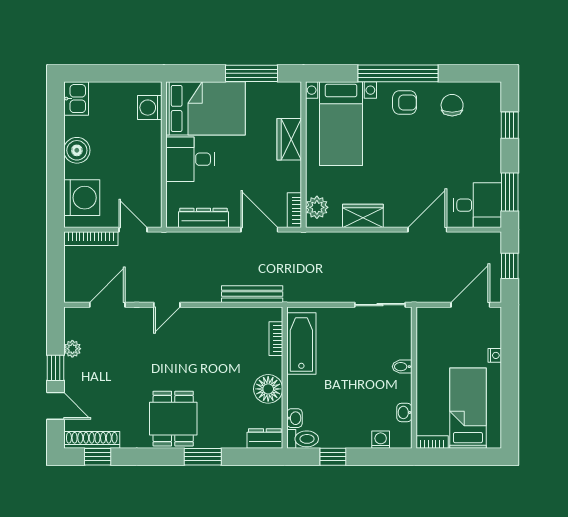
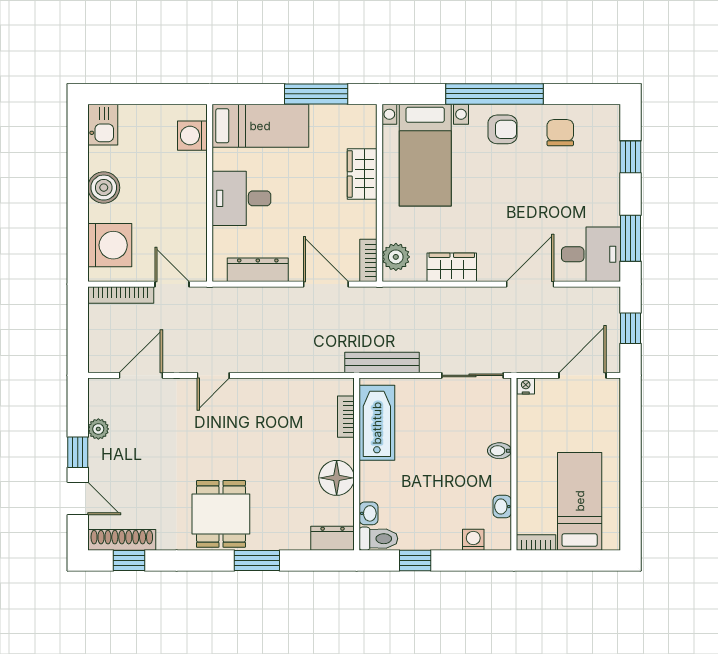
bed: (206, 108) -> (260, 126), width x0.67
bench: (252, 294) -> (382, 362), moved
nightstand: (495, 355) -> (526, 386), moved, turned -90

